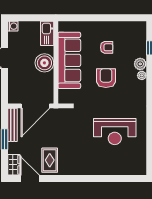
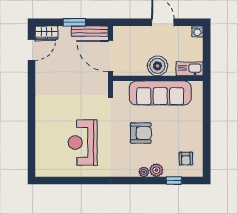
armchair: (107, 47) -> (186, 159), moved
rug: (50, 160) -> (51, 72), removed

